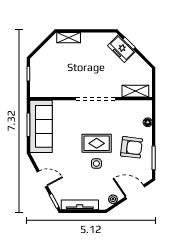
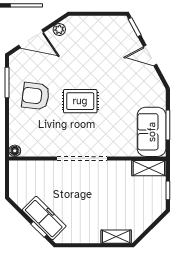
freezer: (121, 49) -> (44, 218), width x1.40
shelving: (135, 91) -> (149, 168), moved
floor lamp: (148, 122) -> (15, 151), moved
sofa: (41, 126) -> (152, 132), width x0.73
side table: (96, 164) -> (81, 75), removed
tv unit: (80, 205) -> (102, 22), removed

